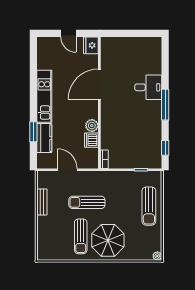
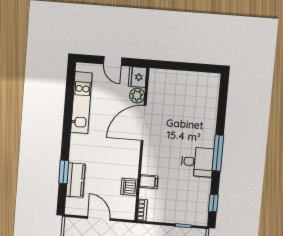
desk: (148, 87) -> (197, 162), moved
kitchen unit: (44, 96) -> (81, 103), moved
plant: (92, 126) -> (137, 95), moved
filing cabinet: (108, 134) -> (149, 182), added

